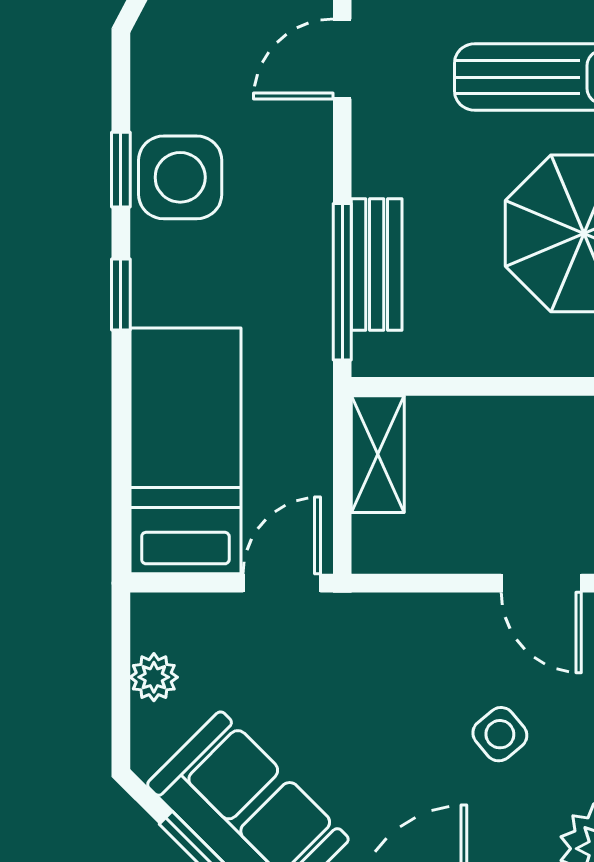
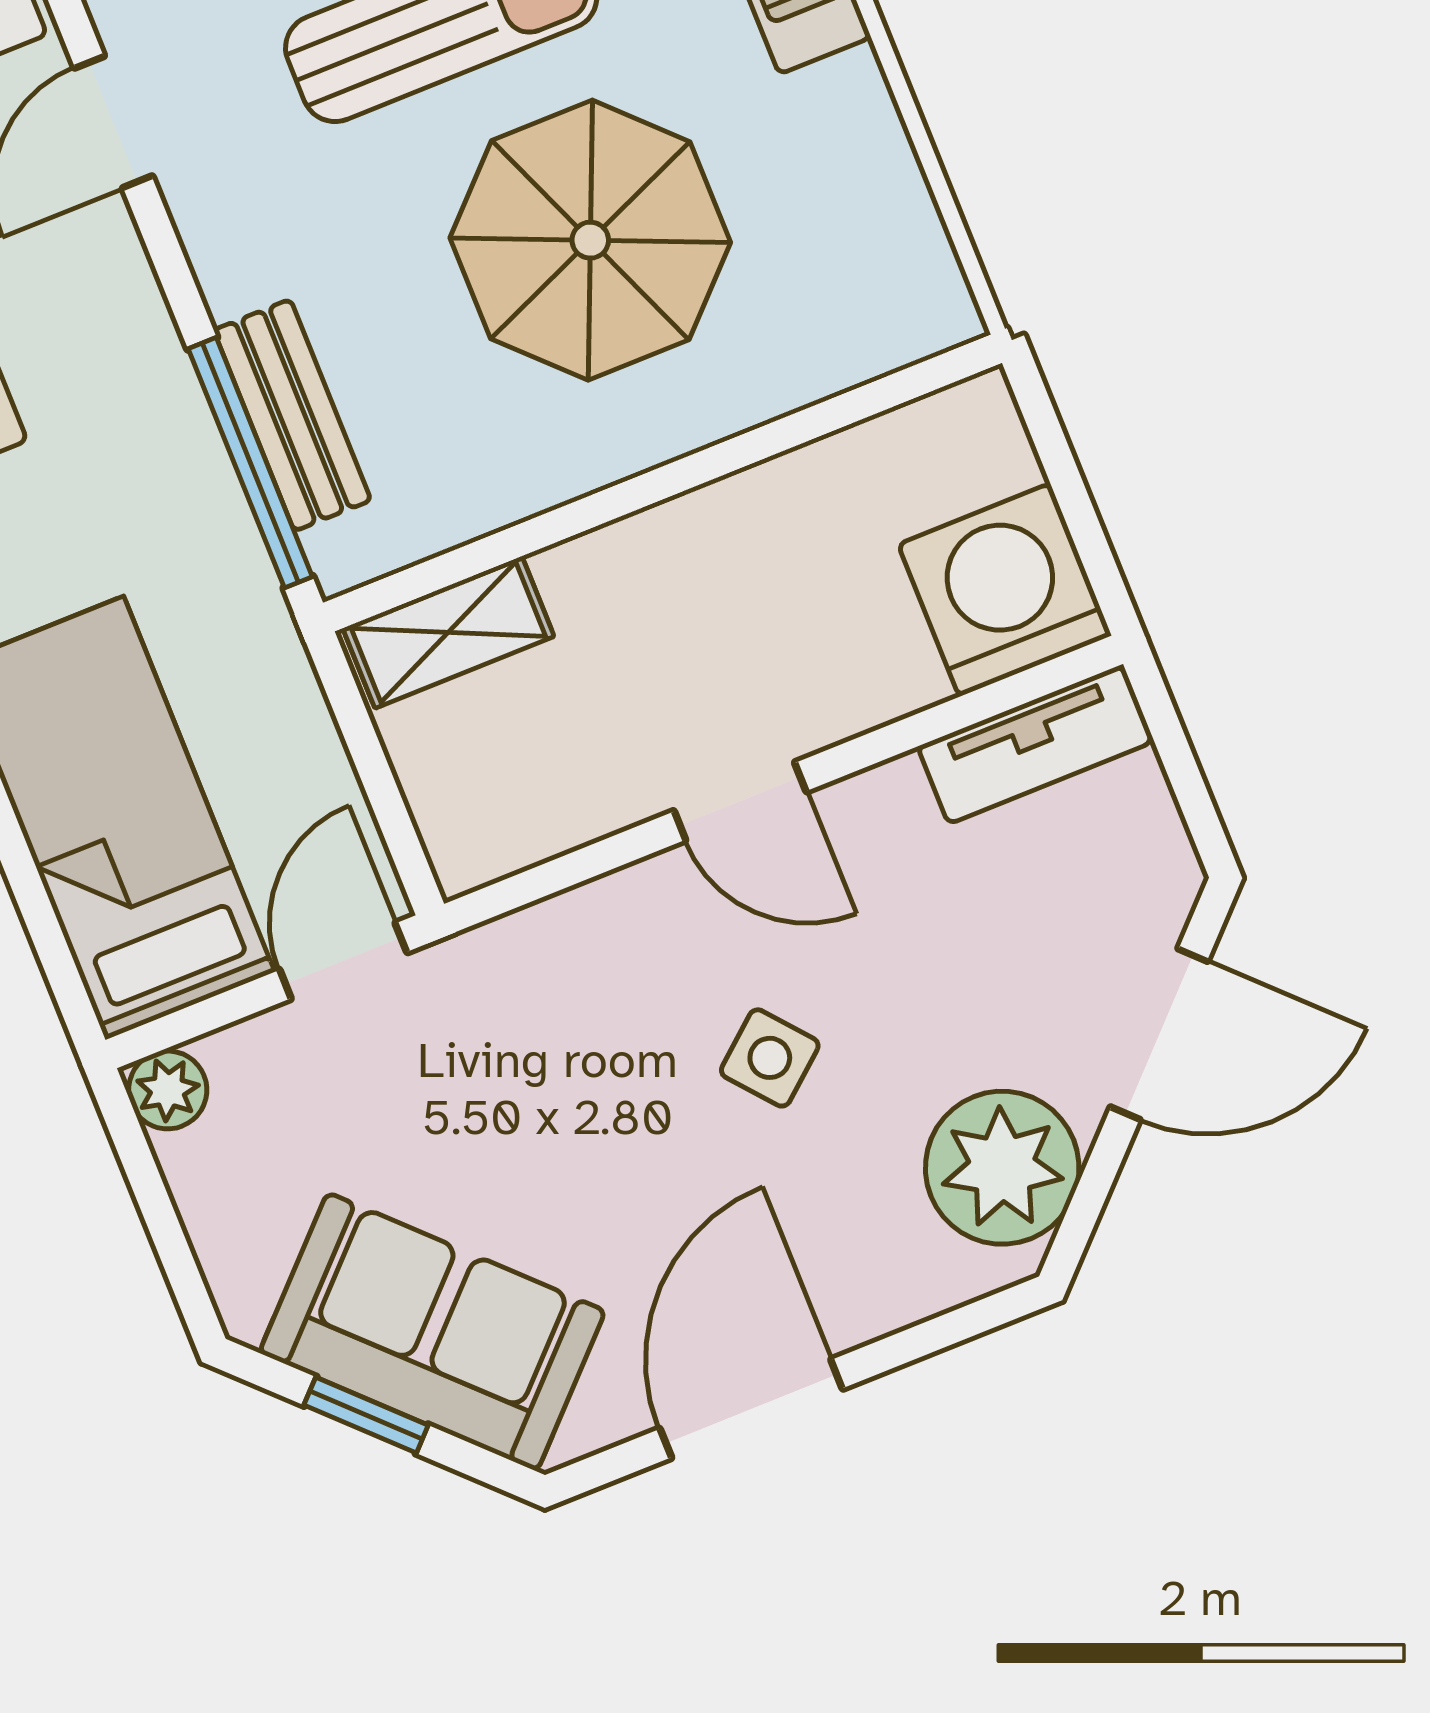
shelving: (378, 454) -> (448, 632), moved, turned 90
plant: (154, 677) -> (168, 1090), moved

